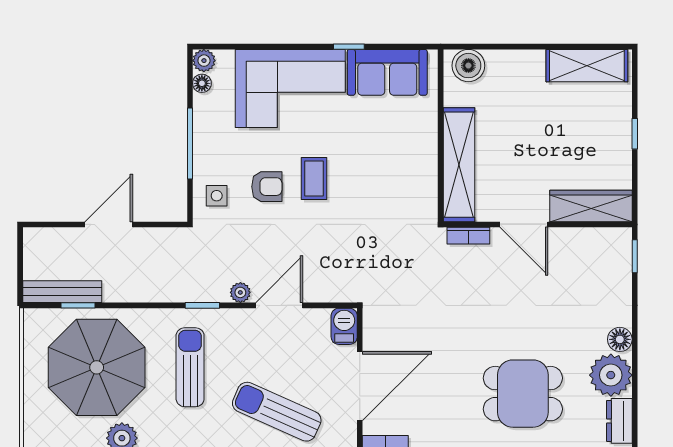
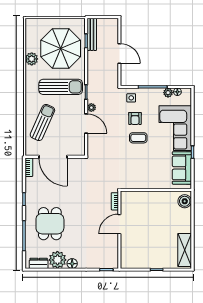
plant: (204, 61) -> (168, 93), moved
shelving: (459, 165) -> (144, 197), removed
wardrobe: (591, 206) -> (127, 252), removed
barbecue: (344, 326) -> (78, 150), removed
sun lounger: (190, 367) -> (61, 87), width x1.36, depth x1.34

